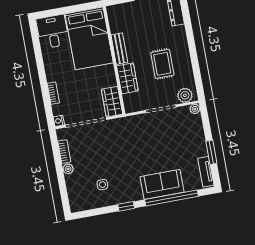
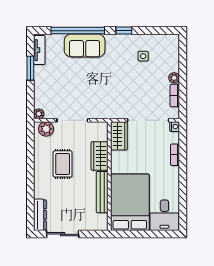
bench: (119, 49) -> (102, 192), width x1.36

